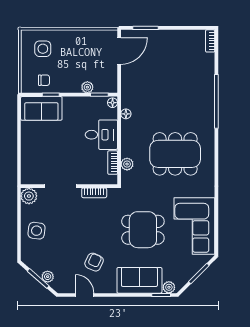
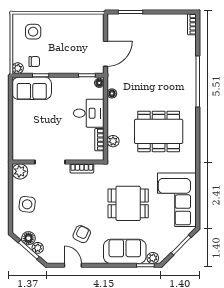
door: (119, 51) -> (106, 54), moved
plant: (87, 87) -> (18, 68), moved
floor lamp: (38, 266) -> (28, 238), added

